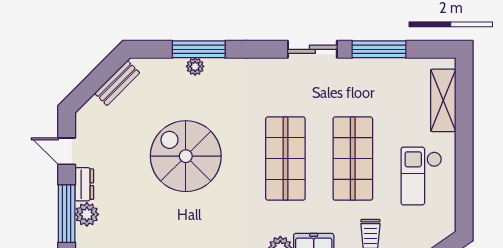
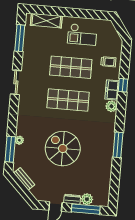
window: (199, 49) -> (10, 149), moved
window: (379, 49) -> (20, 38), moved
spiral stairs: (186, 156) -> (63, 149), turned 90

